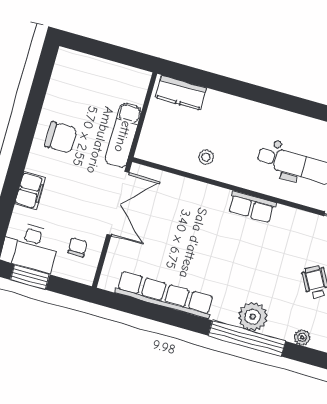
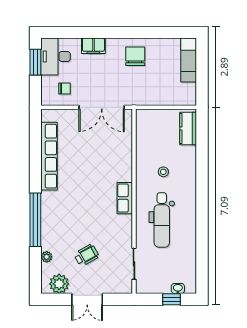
exam couch: (123, 135) -> (189, 60), moved, turned -90
chair: (61, 137) -> (135, 56), turned 180
stool: (206, 157) -> (163, 172), moved
plant: (253, 317) -> (51, 219), removed

